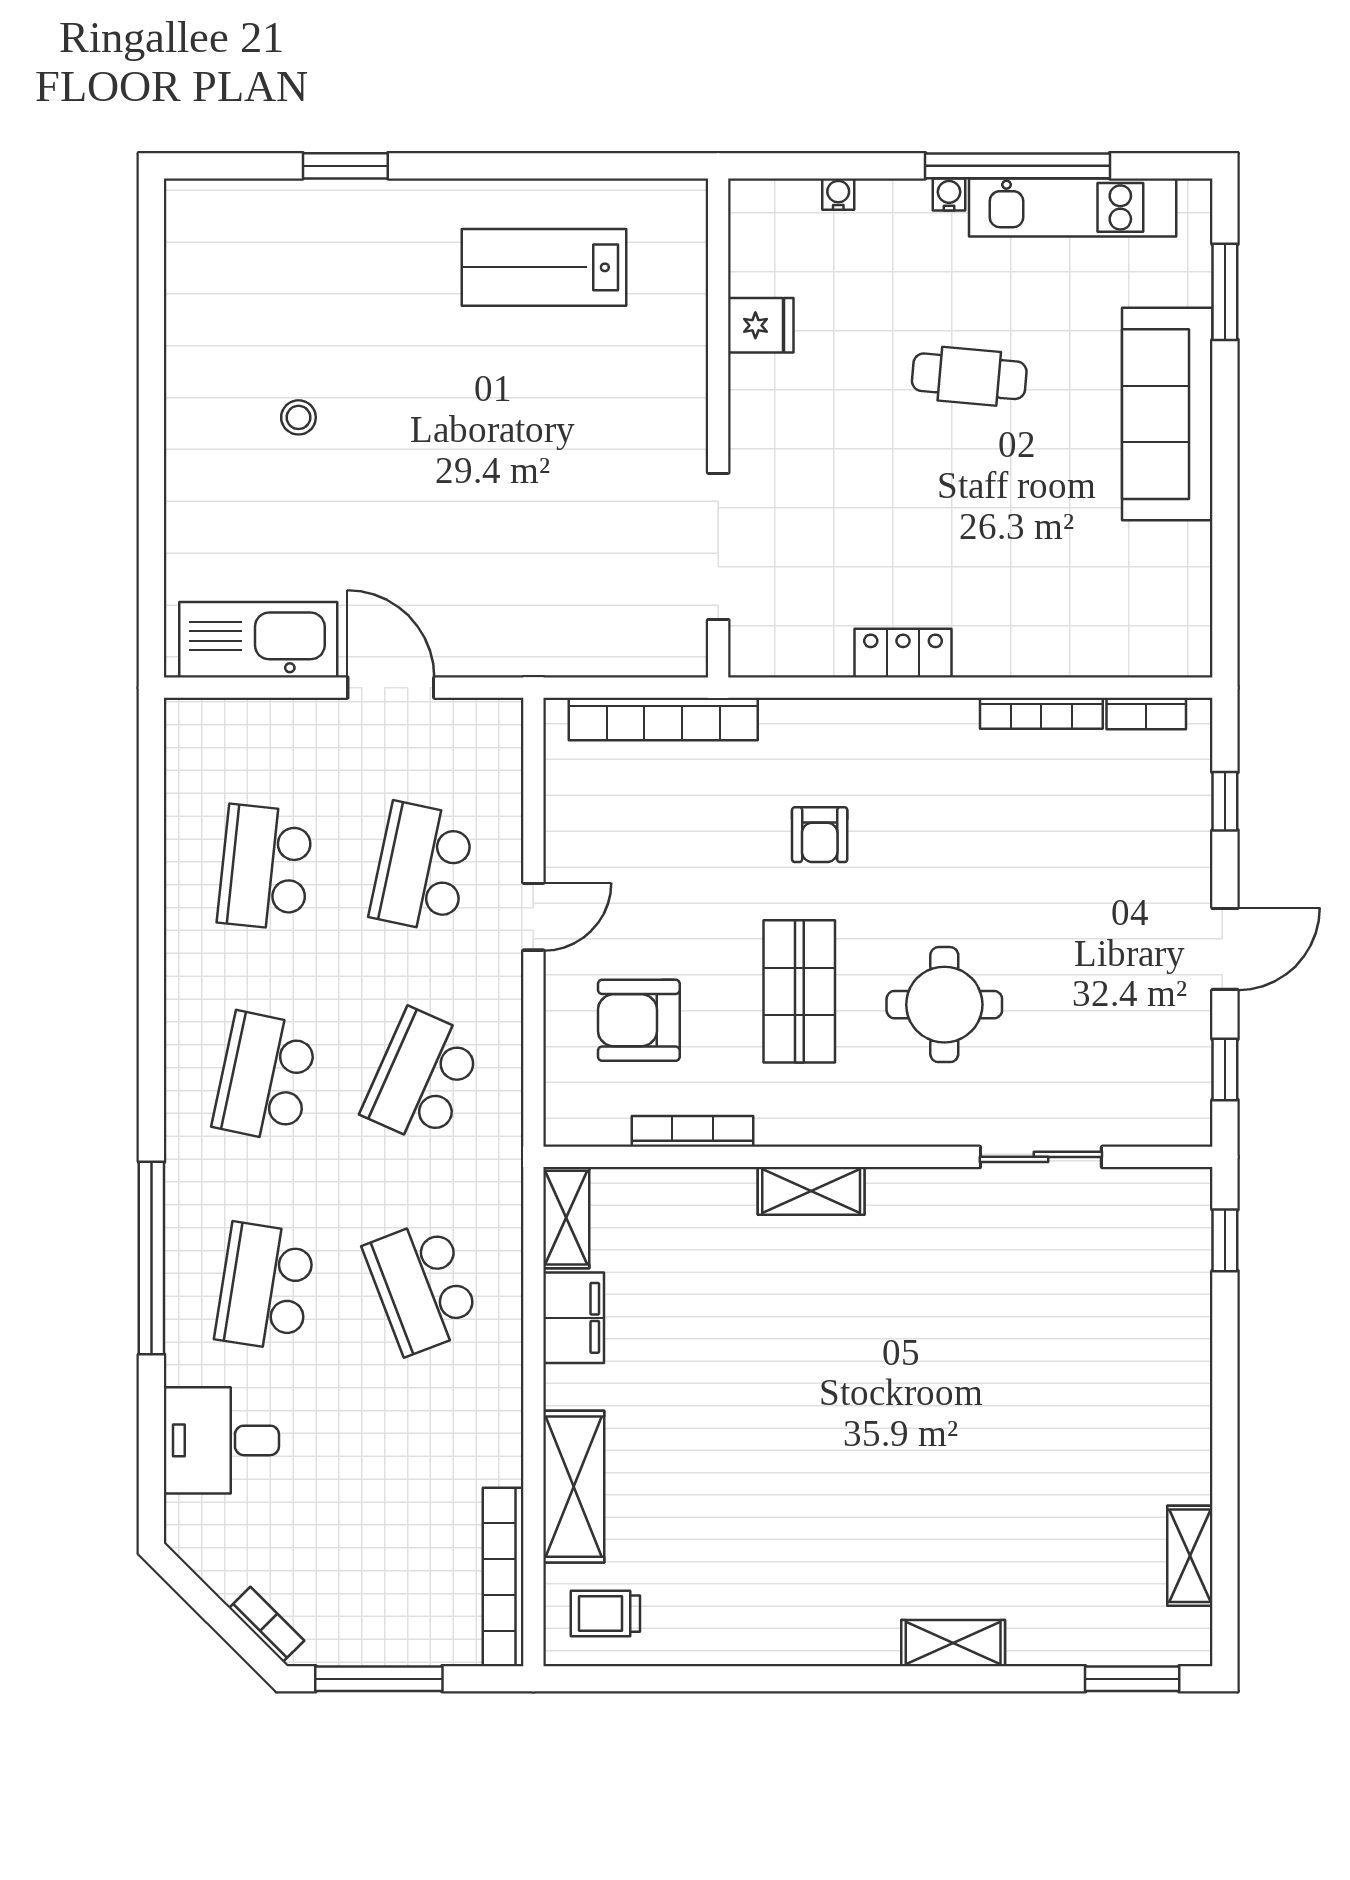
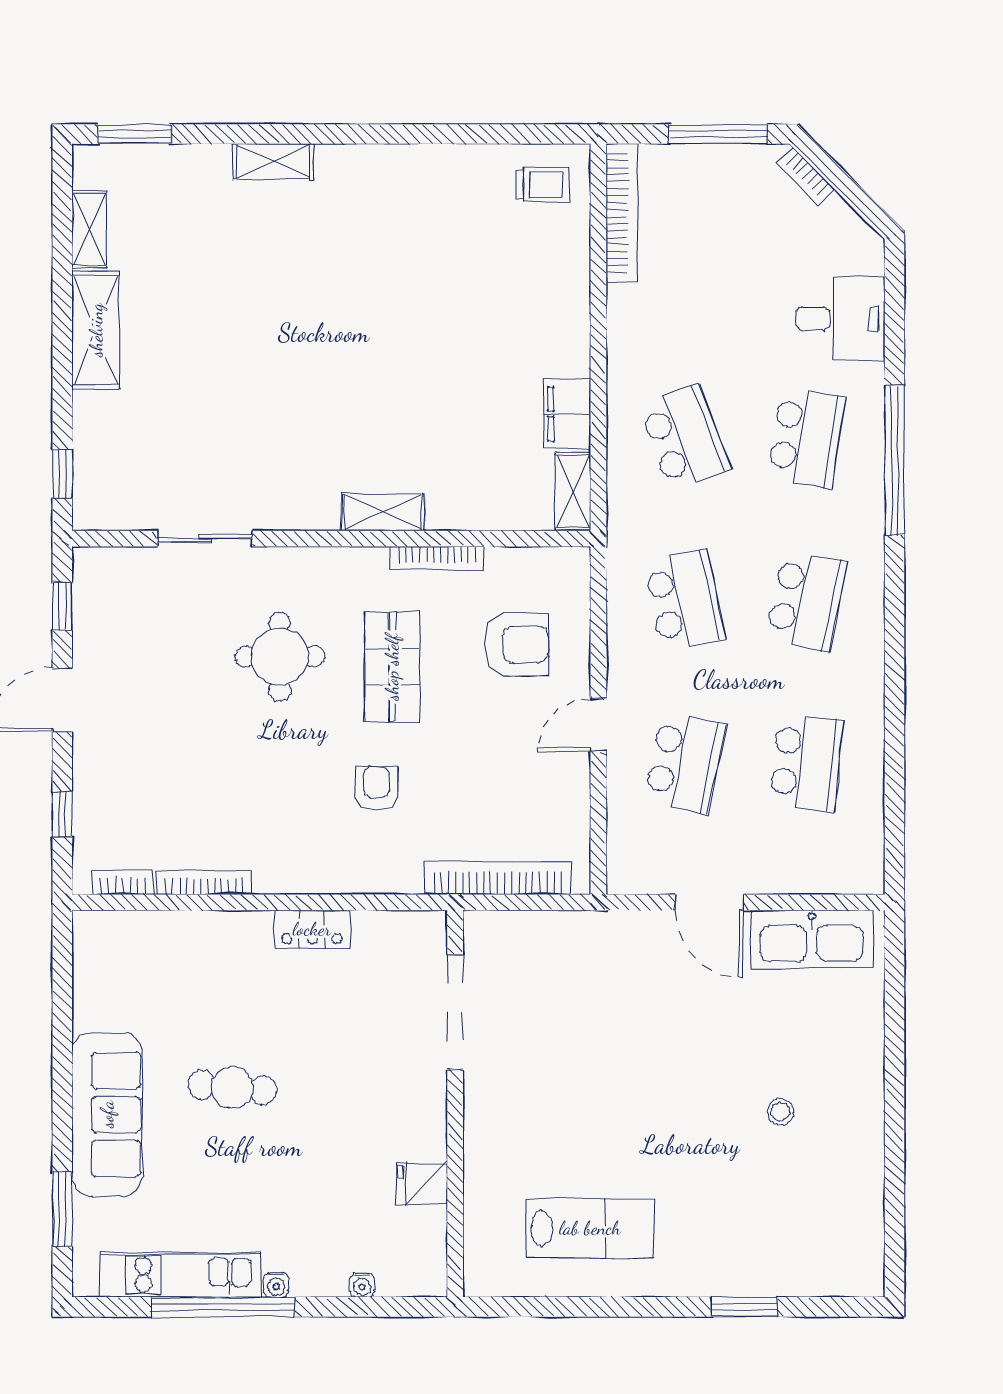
cafe table: (969, 376) -> (232, 1088), moved
school desk: (422, 1077) -> (685, 600), turned -36
bookcase: (692, 1131) -> (437, 558), moved
shelving: (574, 1487) -> (96, 330), moved

